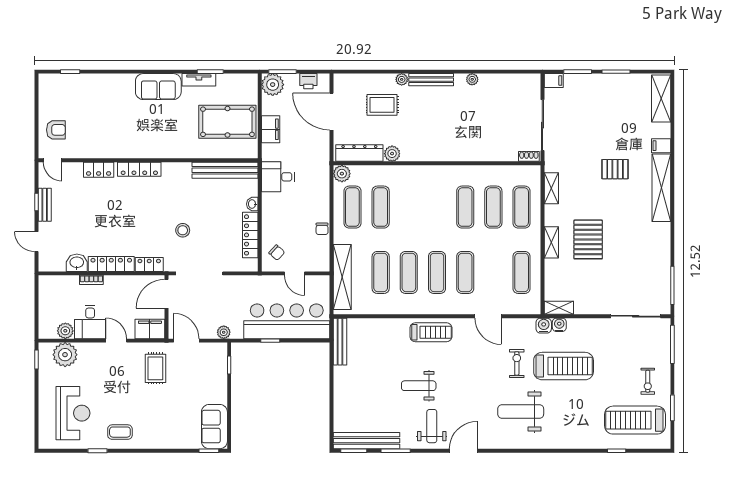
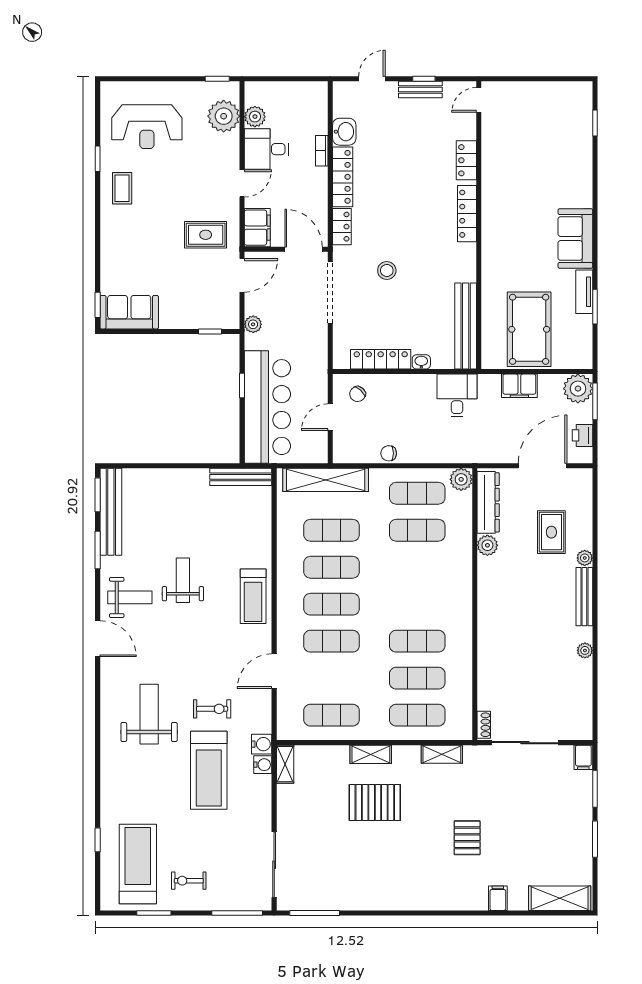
armchair: (56, 130) -> (519, 104), removed
shelving: (661, 188) -> (443, 899), removed

